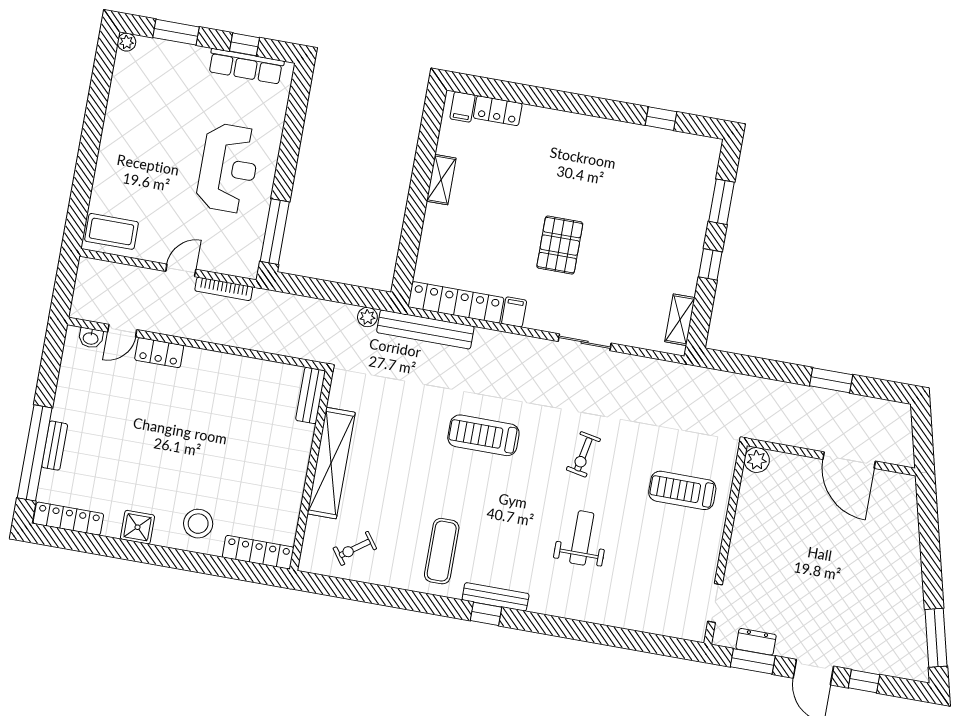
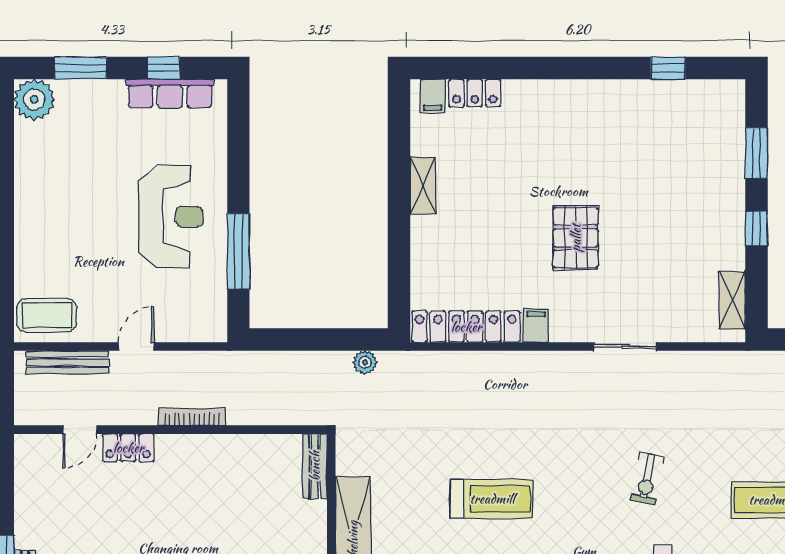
plant: (127, 42) -> (34, 99), width x1.87, depth x1.87
window: (275, 232) -> (238, 251), moved
bookcase: (224, 289) -> (192, 417), moved, turned 180
bench: (425, 329) -> (68, 362), moved, width x0.73, depth x0.82
washbasin: (91, 338) -> (45, 445), removed
treadmill: (483, 435) -> (492, 499), moved, turned 180

